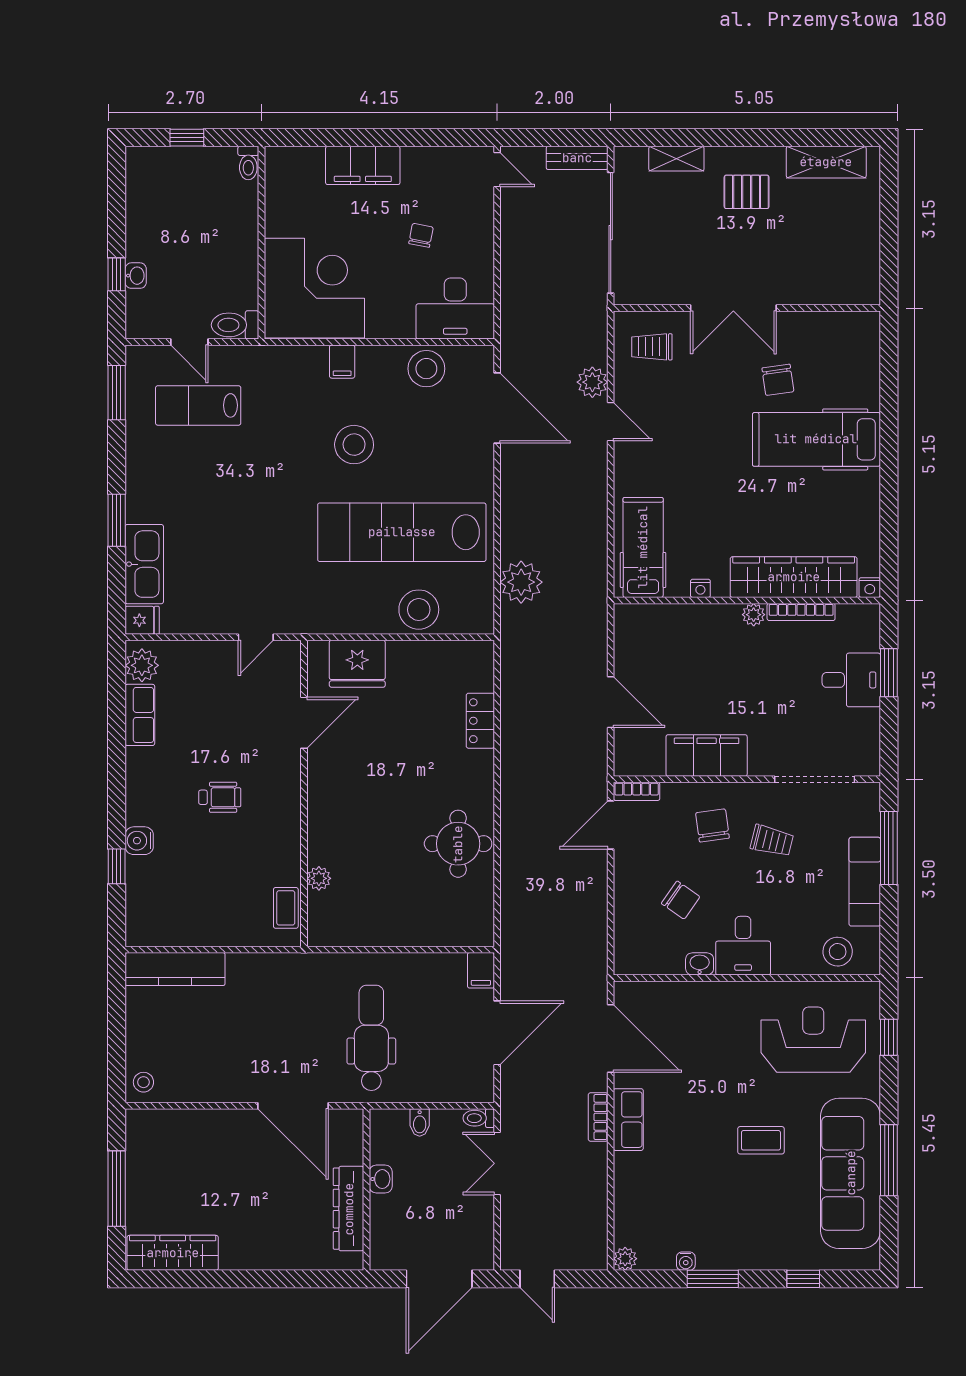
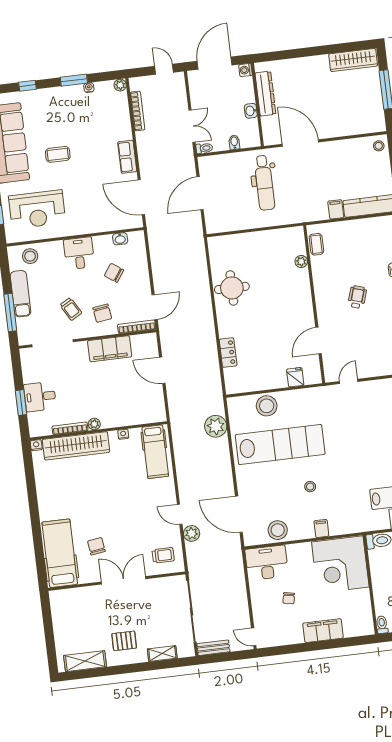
hospital bed: (816, 439) -> (60, 553), moved, turned -90
stool: (354, 445) -> (310, 487), width x0.53, depth x0.53
fridge: (357, 664) -> (295, 377), width x0.53, depth x0.75
bookcase: (637, 791) -> (137, 327), width x1.56
wheelchair: (220, 797) -> (357, 297), turned 108
trolley: (772, 841) -> (71, 309), turned -134
washbasin: (700, 964) -> (120, 239), moved
filing cabinet: (481, 970) -> (336, 209), moved
bookcase: (598, 1117) -> (137, 111), moved, width x1.56
washing machine: (381, 1258) -> (246, 70), added

